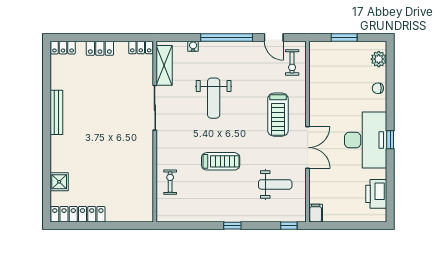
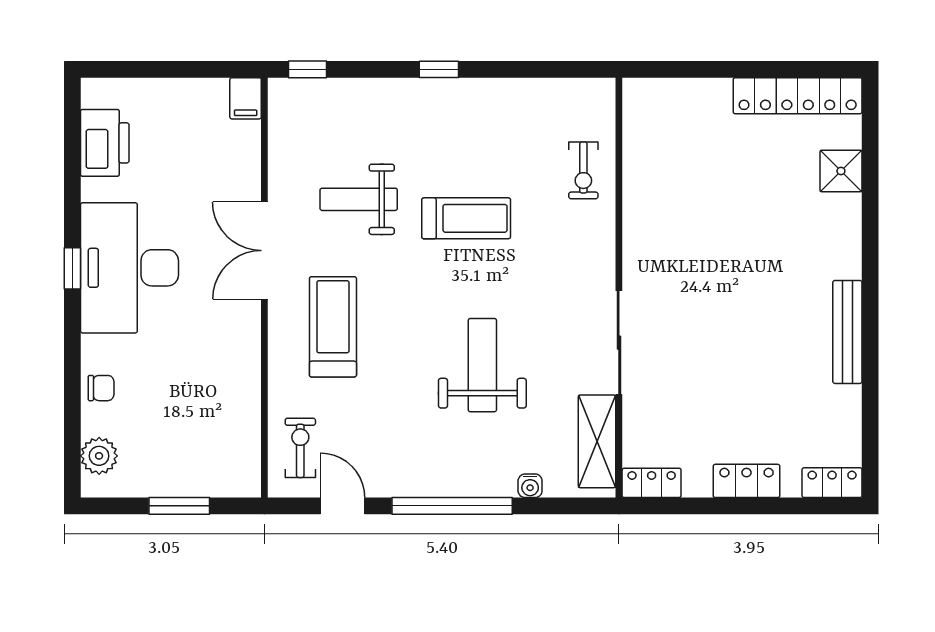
treadmill: (221, 161) -> (466, 218), turned 180
weight bench: (275, 184) -> (359, 199), moved

